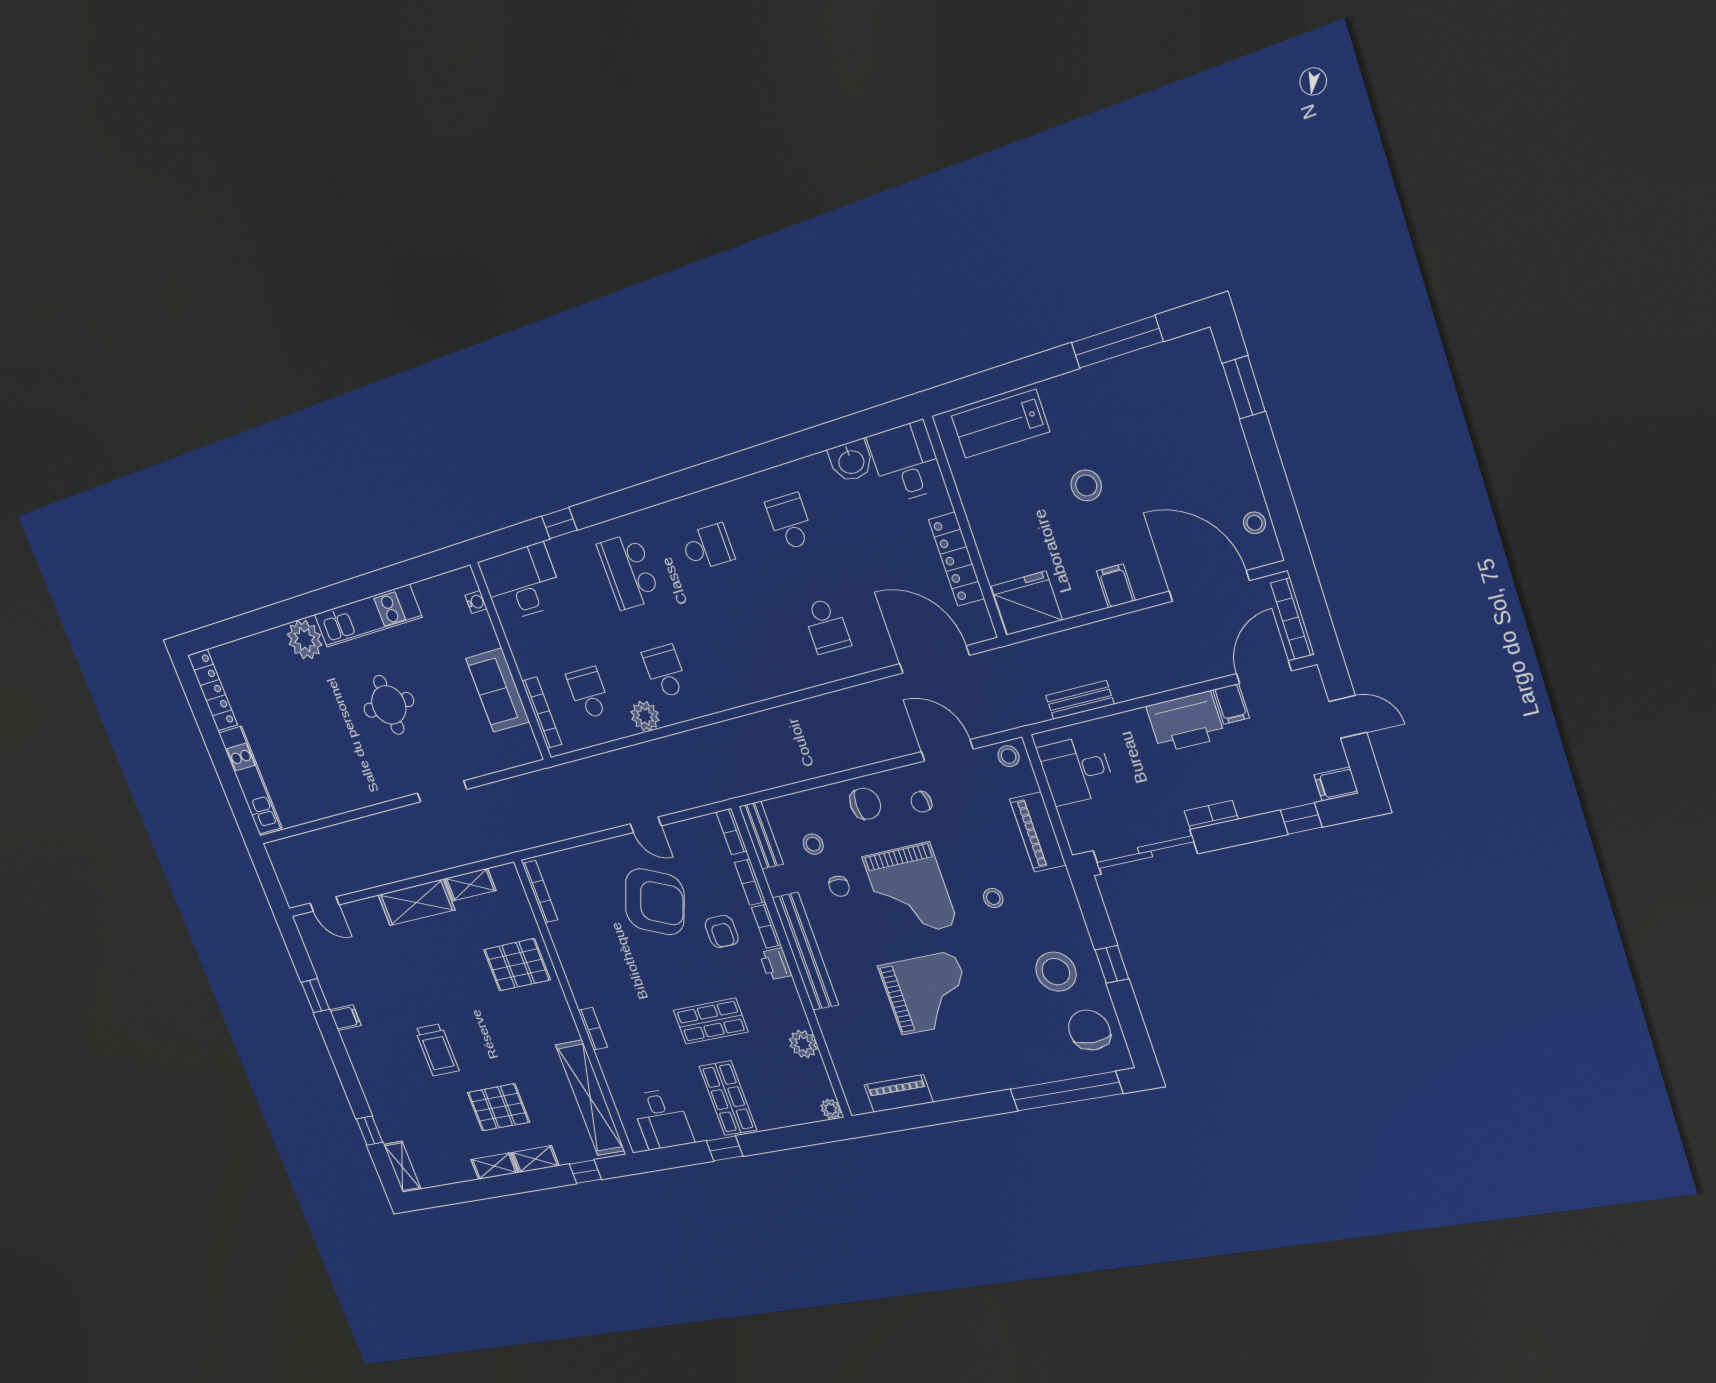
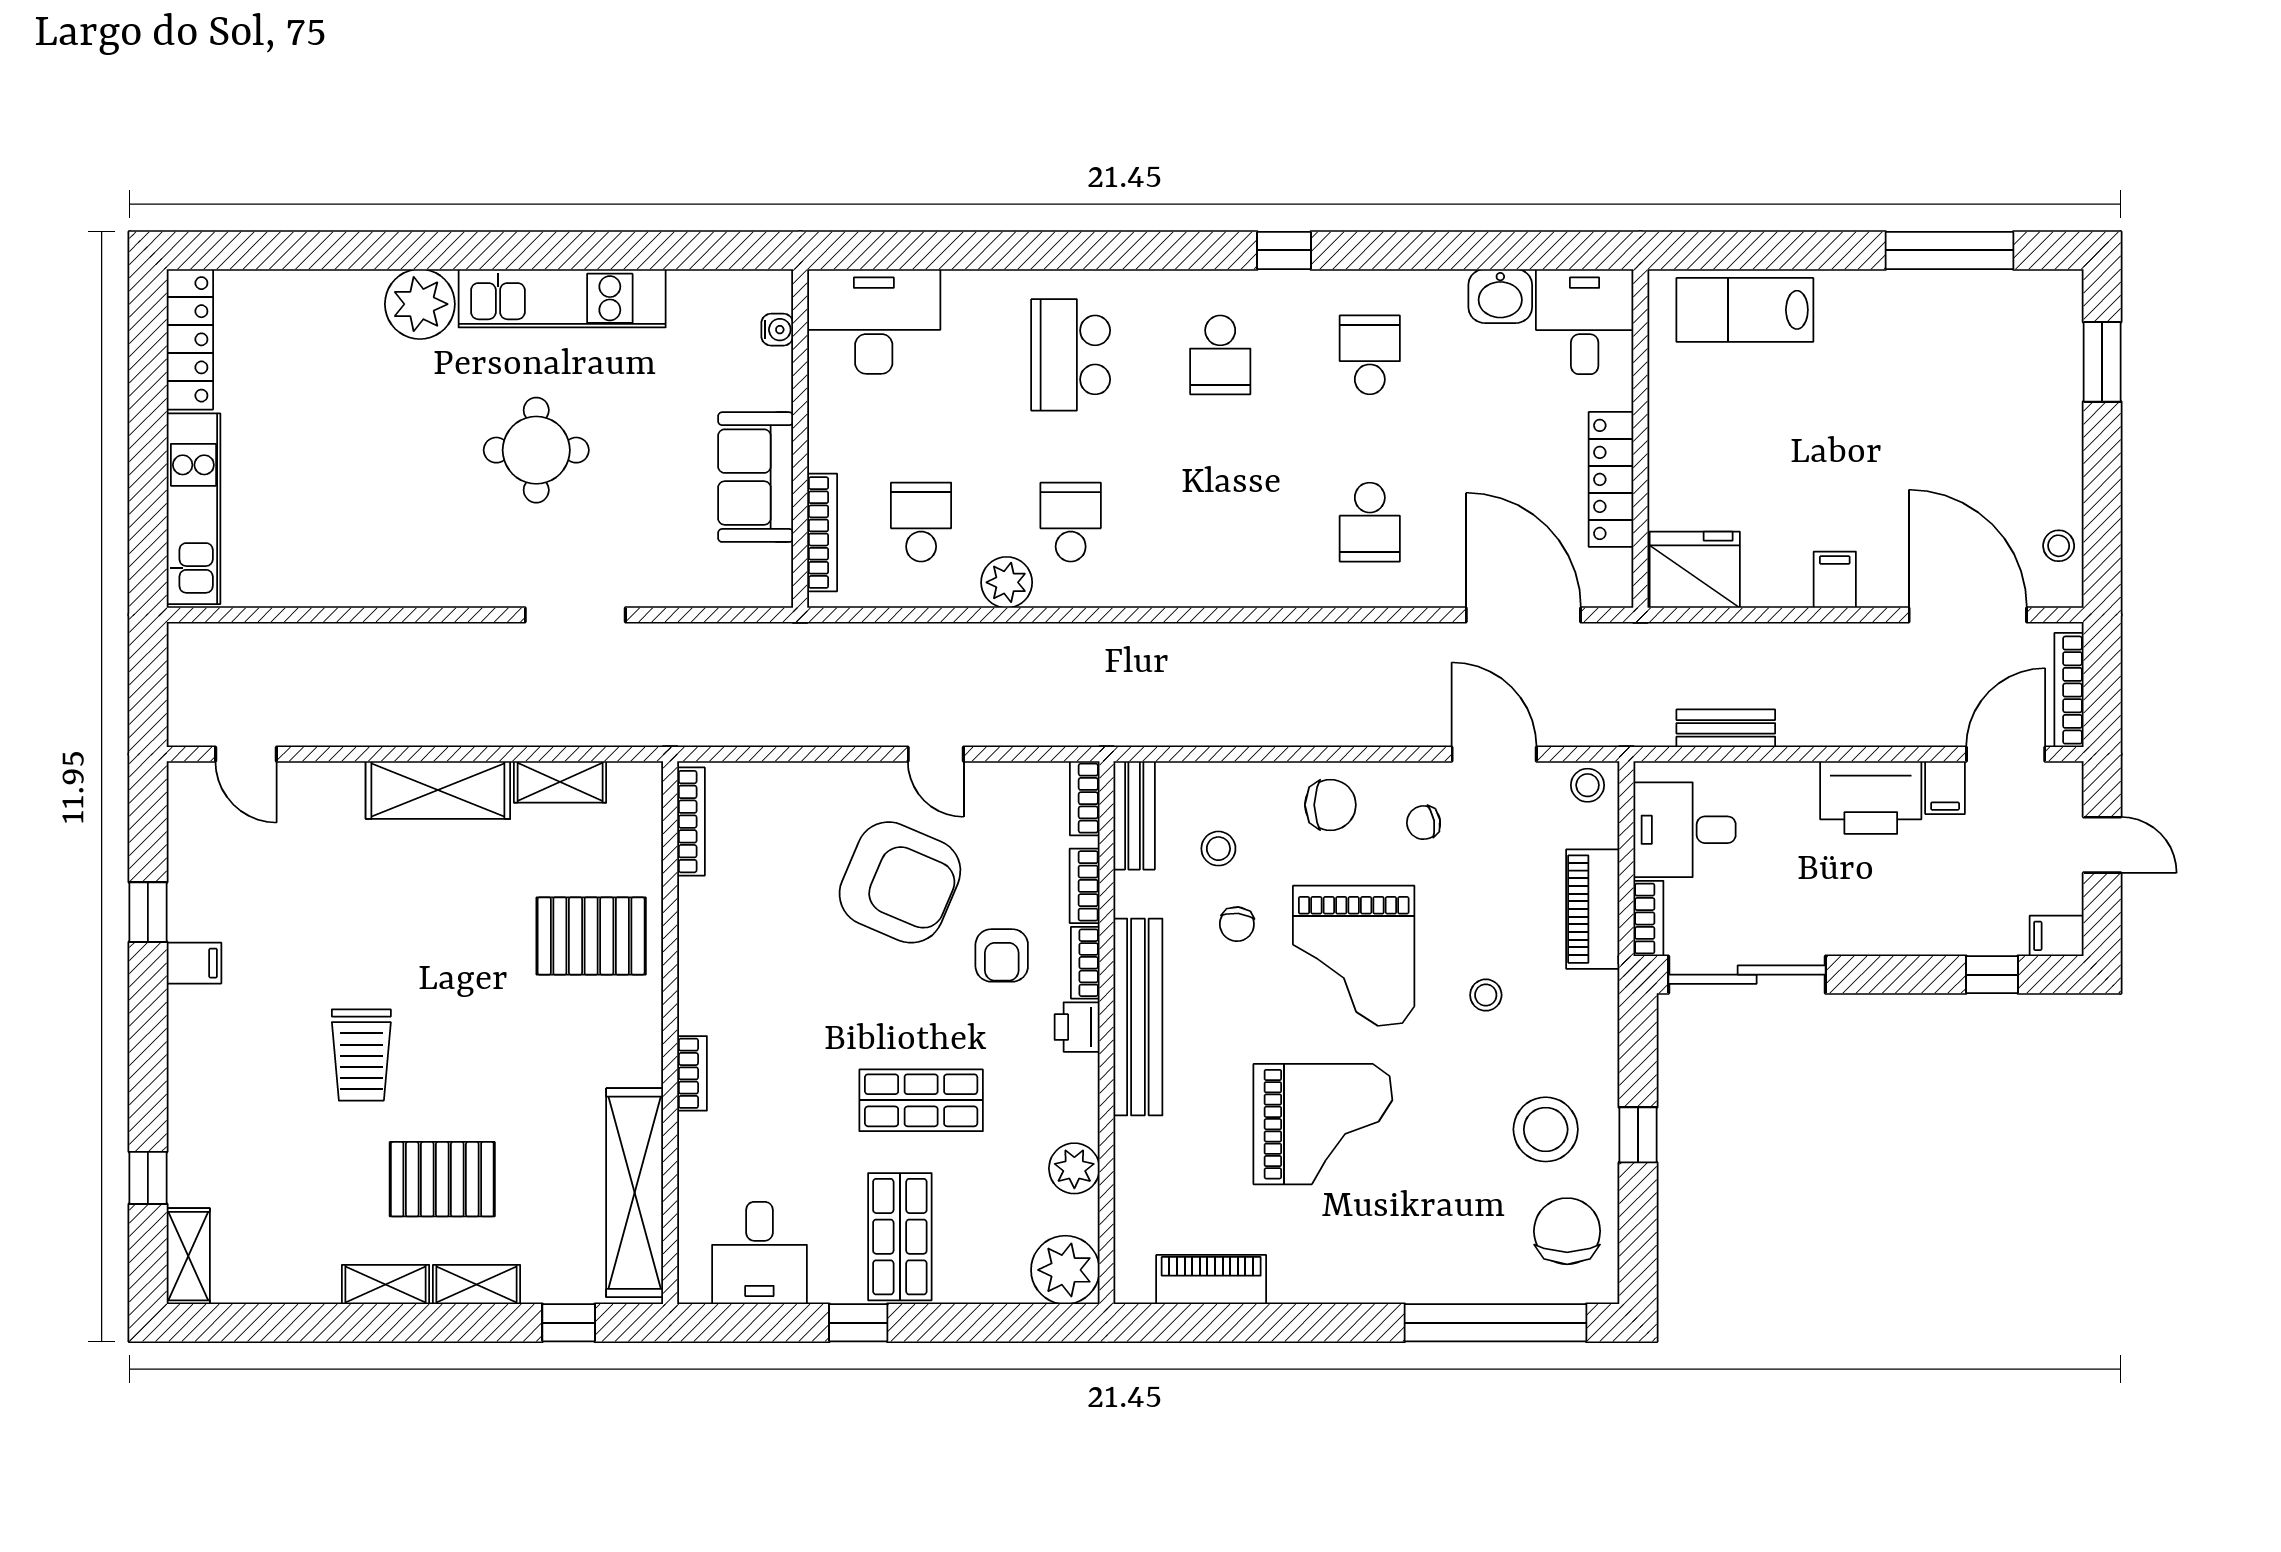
stool: (1086, 485) -> (1840, 429), removed
window: (559, 523) -> (1284, 250), moved
school desk: (708, 547) -> (1220, 355), turned 90
bookcase: (1211, 815) -> (1648, 918), moved, turned 90
plant: (831, 1109) -> (1065, 1270), width x1.88, depth x1.88

